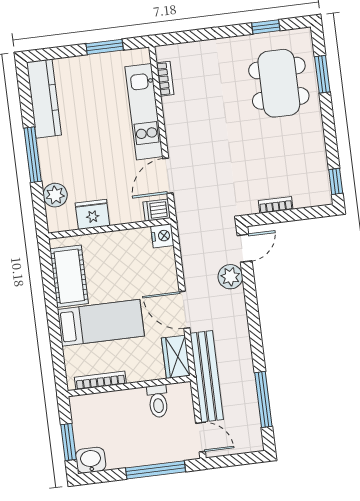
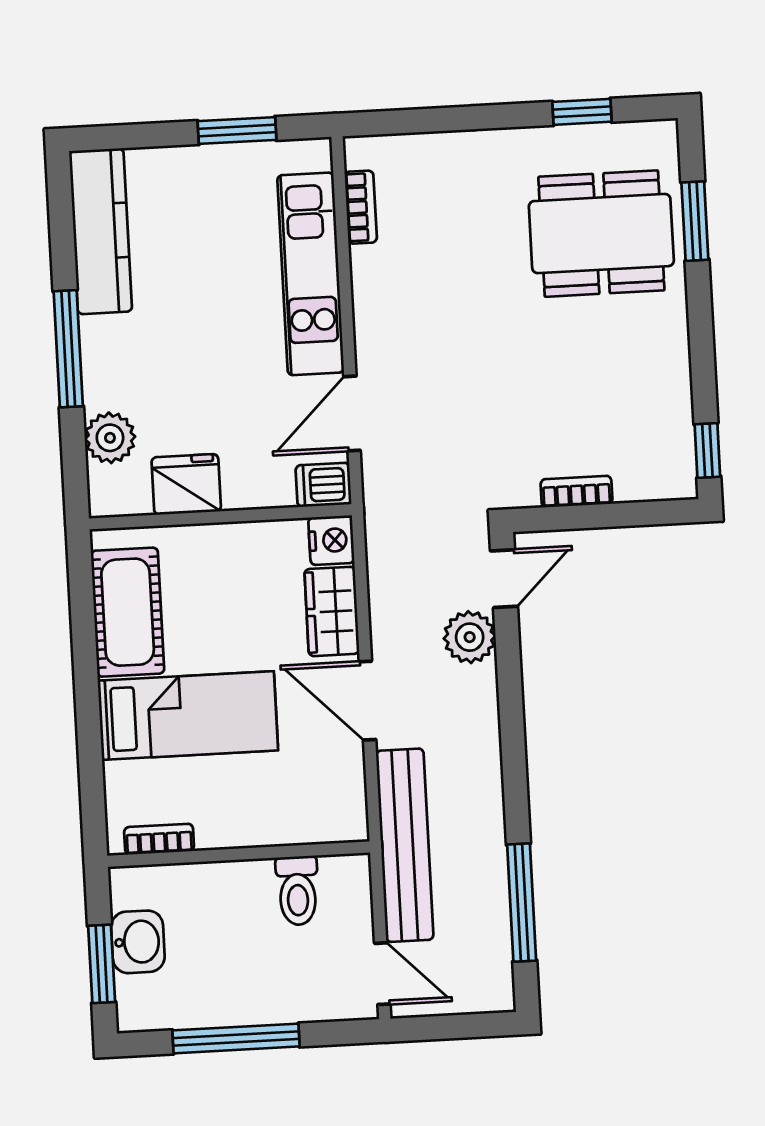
dining table: (279, 83) -> (601, 234), turned 90
wardrobe: (176, 357) -> (332, 611), moved
bookcase: (100, 380) -> (159, 839), width x0.64
washbasin: (91, 460) -> (138, 942), moved, turned 90
window: (156, 470) -> (236, 1038), moved

